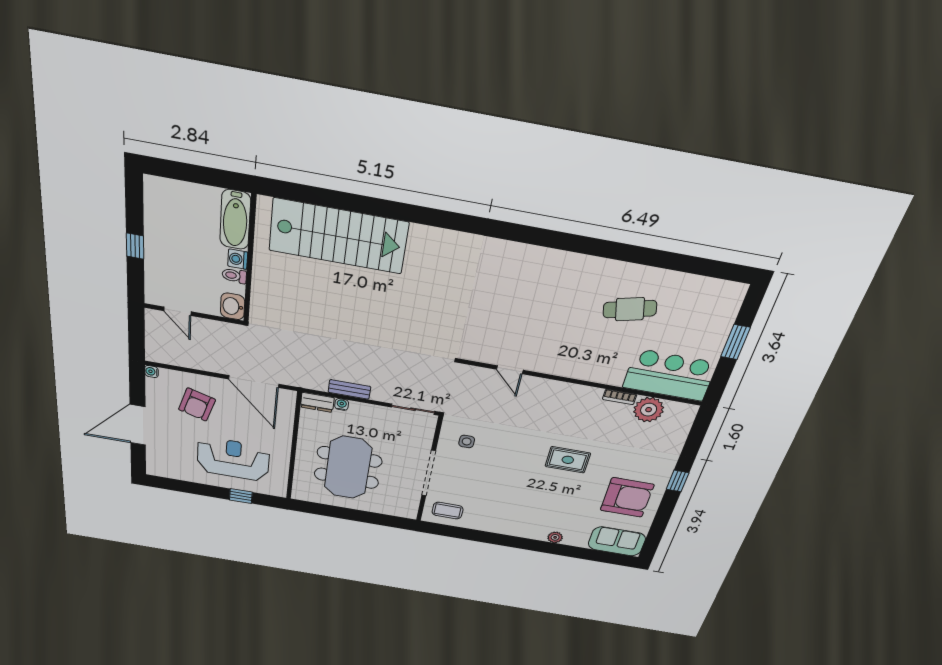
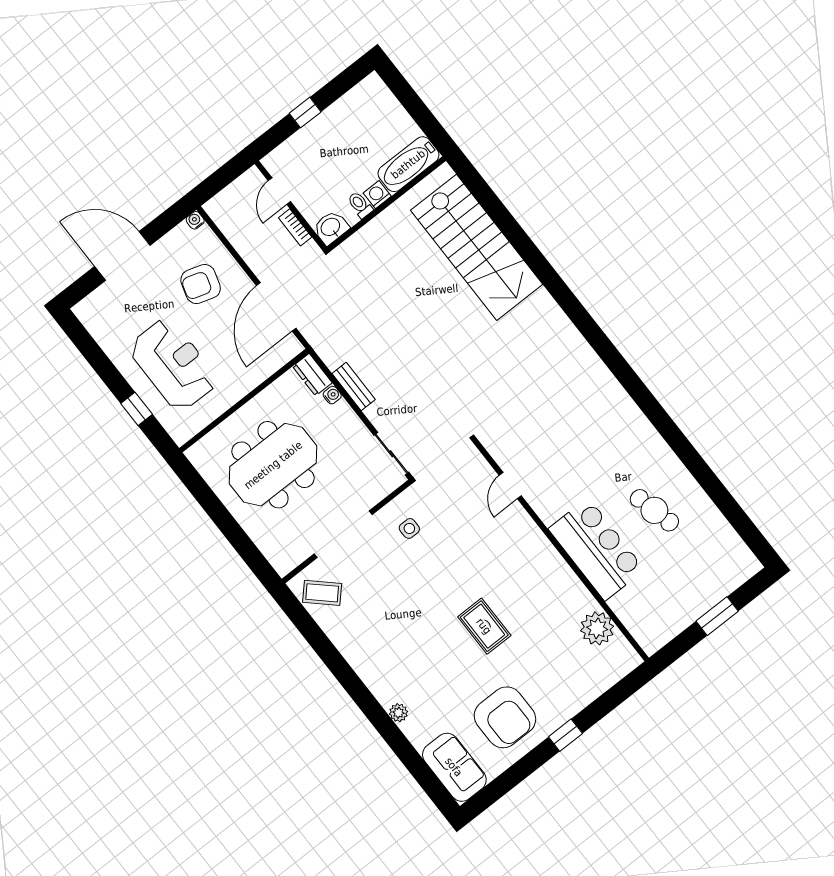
bar counter: (670, 375) -> (597, 549), moved
bookcase: (620, 397) -> (295, 227), moved
coffee table: (448, 511) -> (322, 593), turned -47

